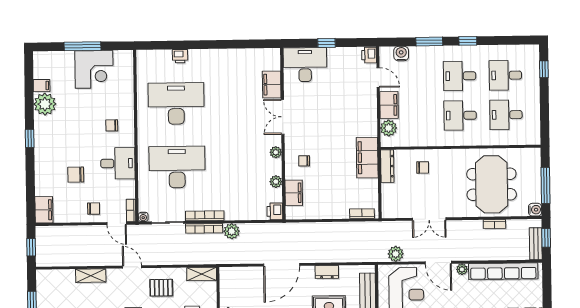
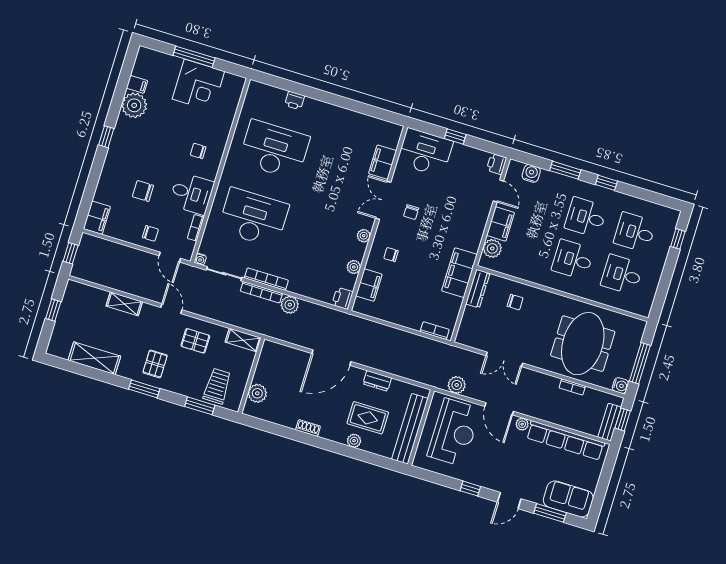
chair: (310, 119) -> (411, 212), added
bookcase: (131, 210) -> (196, 228), moved

